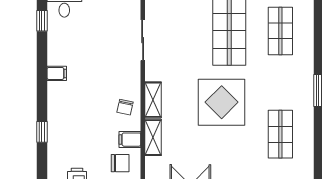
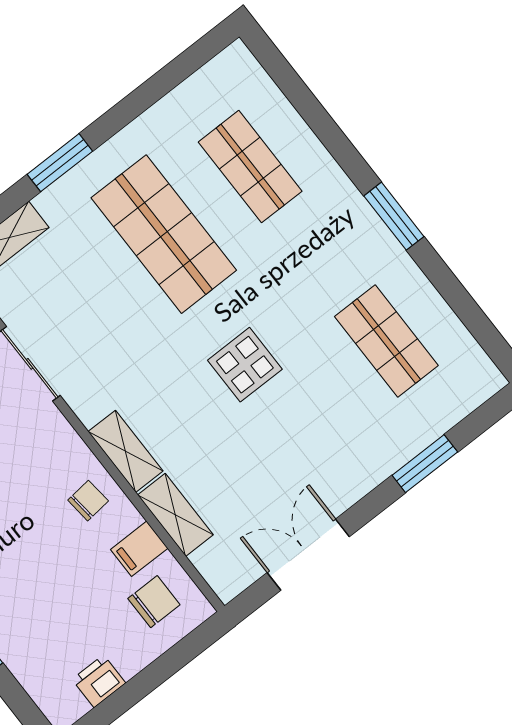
display table: (222, 102) -> (245, 365), width x0.54, depth x0.54
chair: (125, 107) -> (88, 501), turned -108

